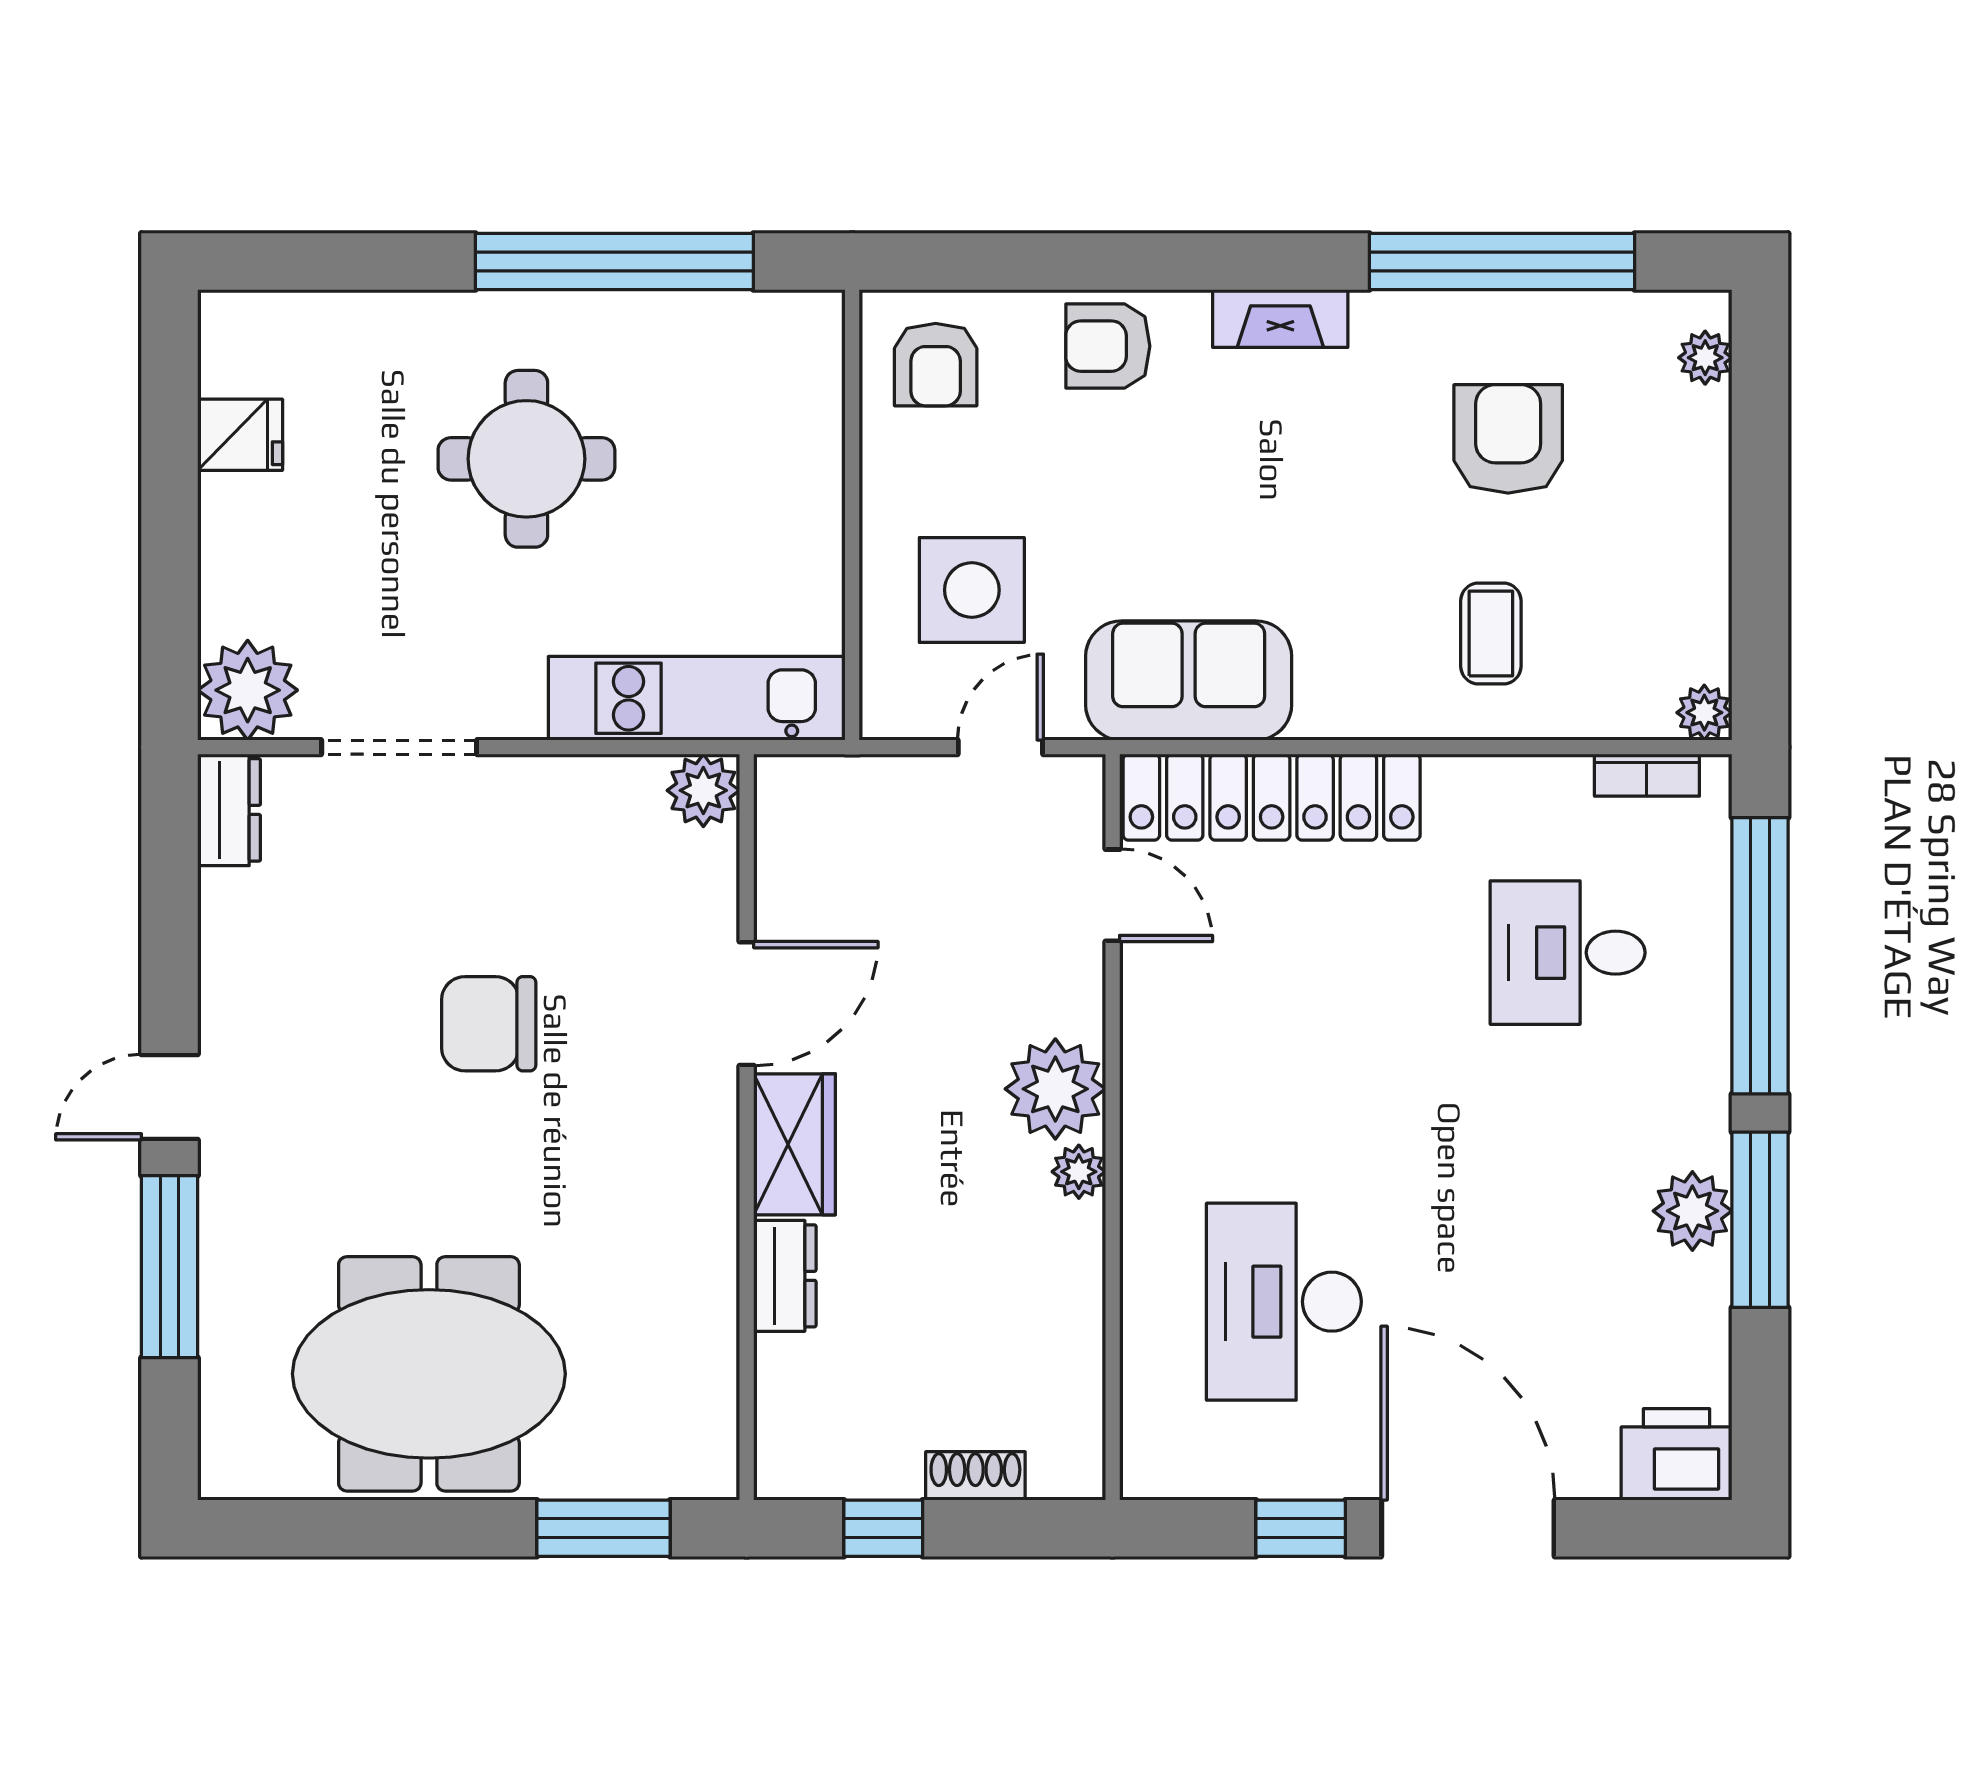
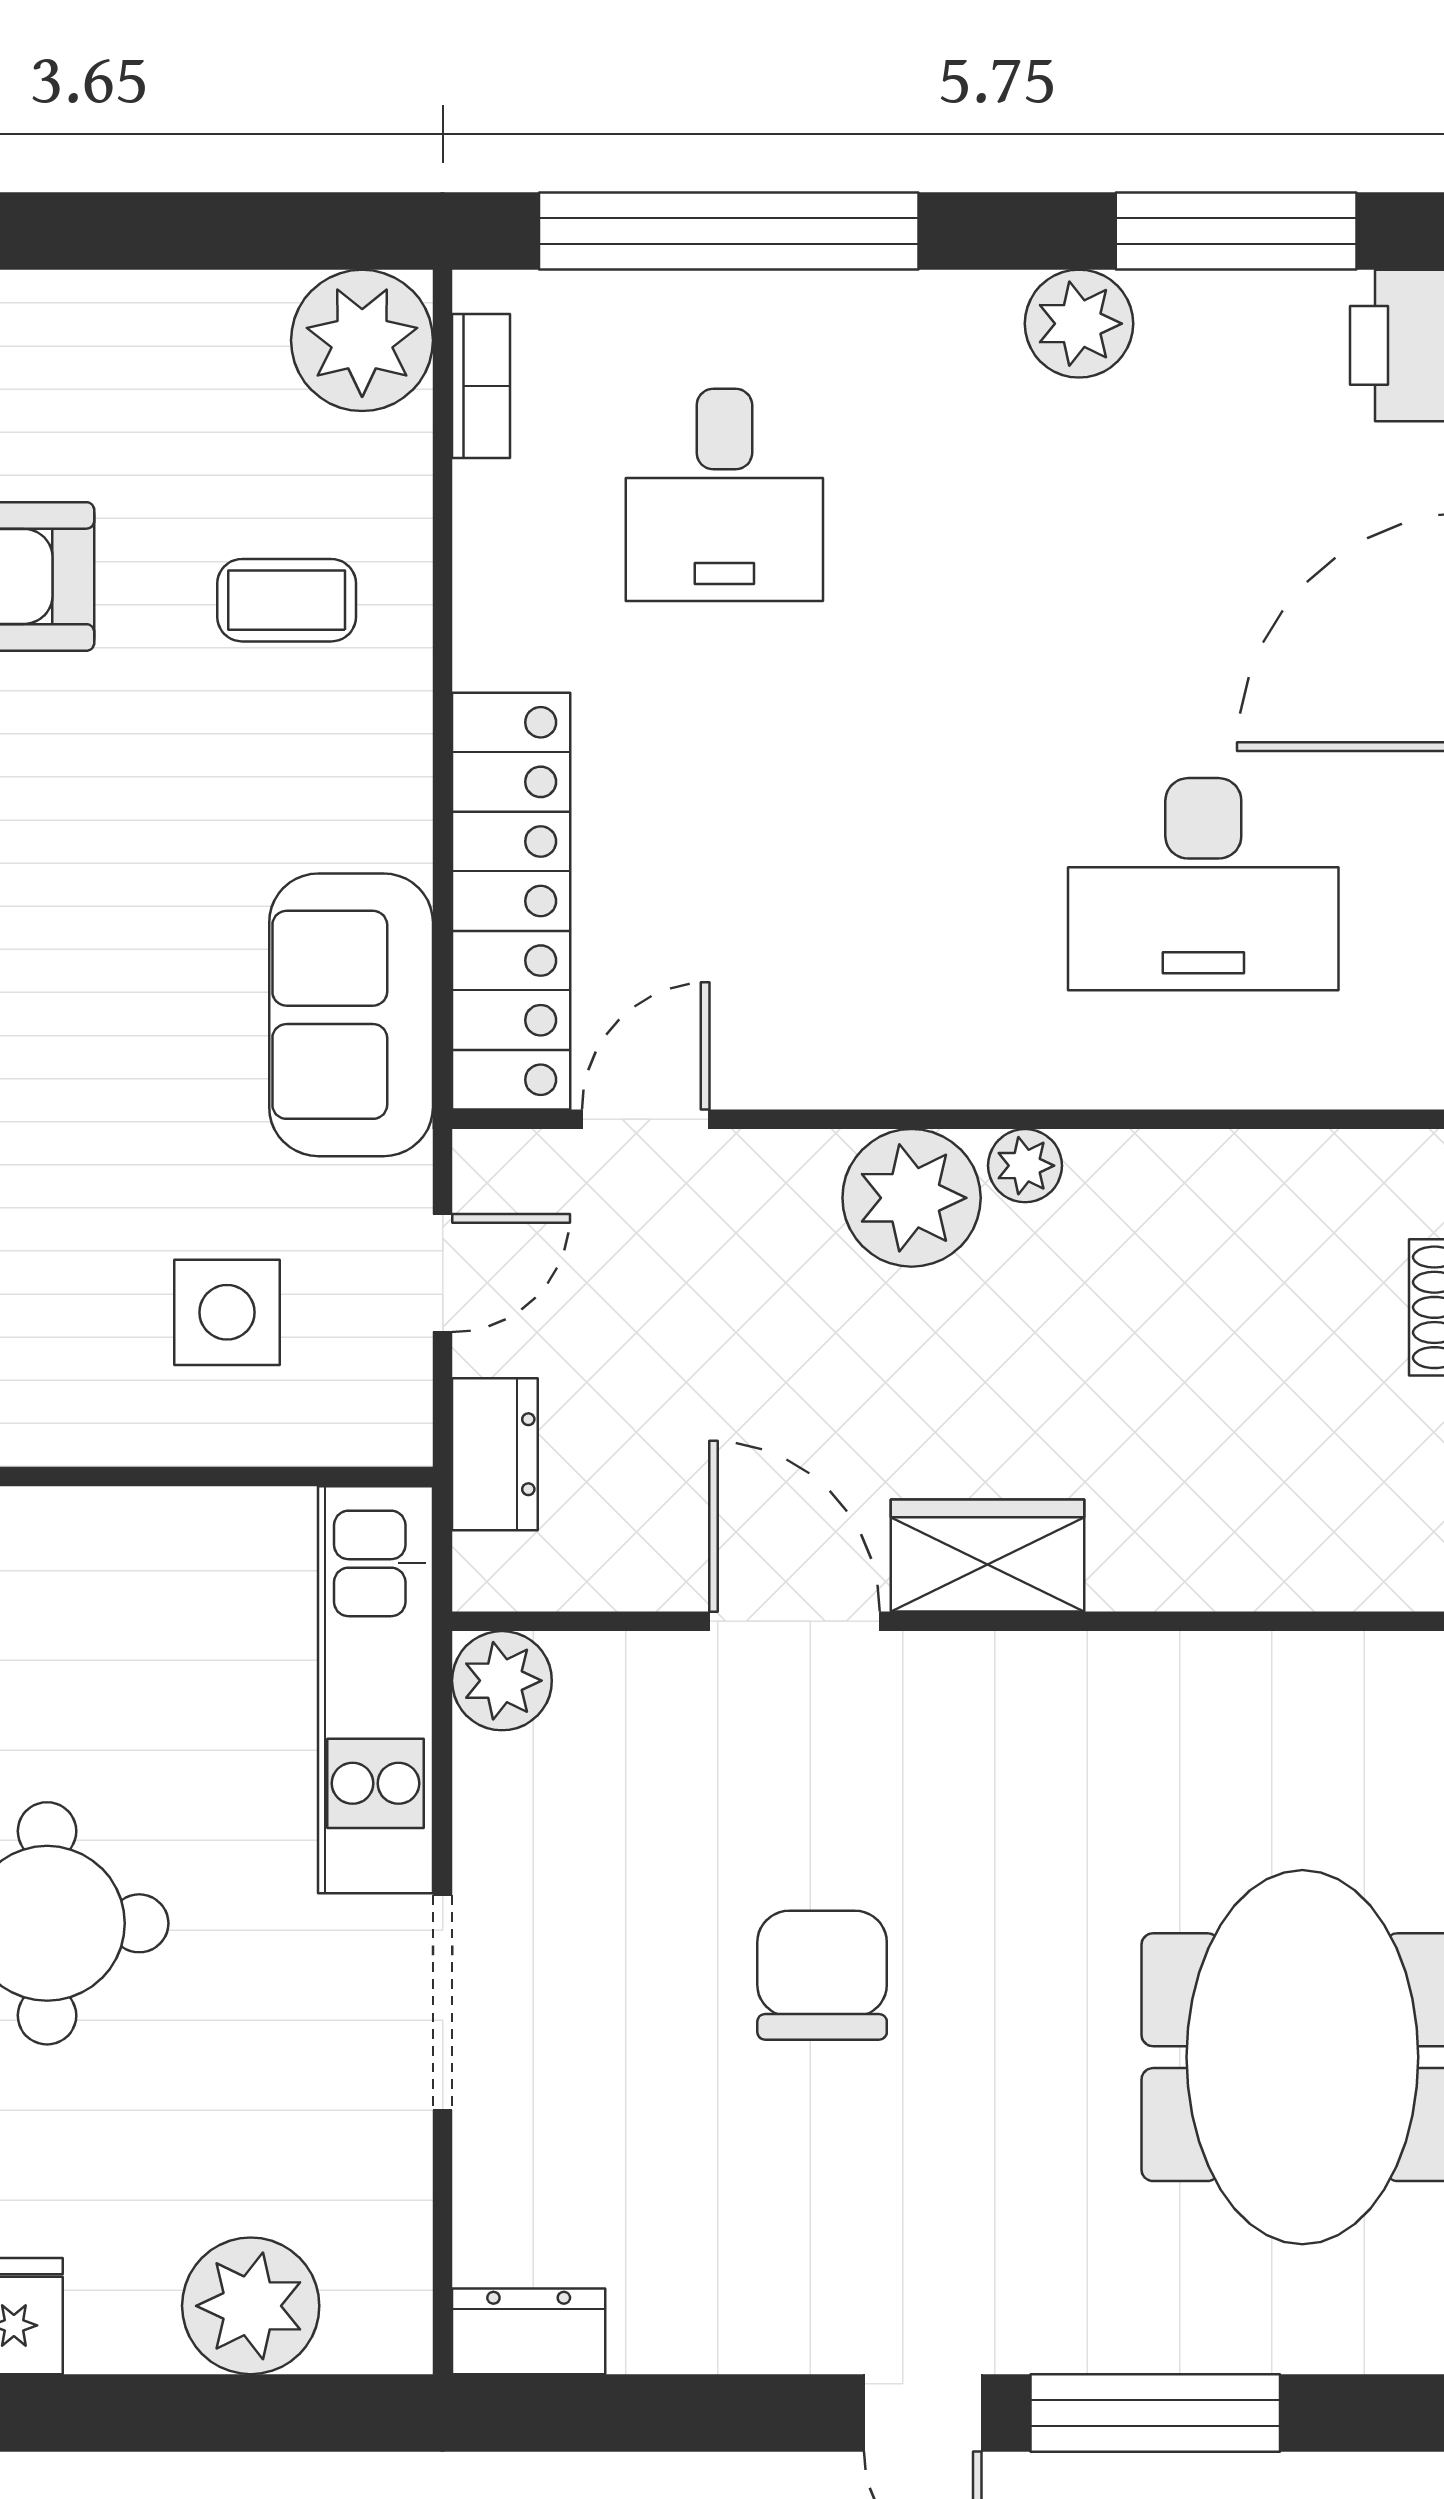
side table: (972, 590) -> (227, 1312), width x0.73, depth x0.73
plant: (248, 690) -> (251, 2306), moved
plant: (1704, 713) -> (362, 340), width x1.87, depth x1.87
doorway: (399, 747) -> (443, 2003), moved
door: (1000, 747) -> (443, 1273), swing flipped
chair: (489, 1024) -> (822, 1975), turned 180
window: (1760, 1220) -> (1236, 231), moved
dresser: (785, 1276) -> (495, 1454), moved, turned 90

